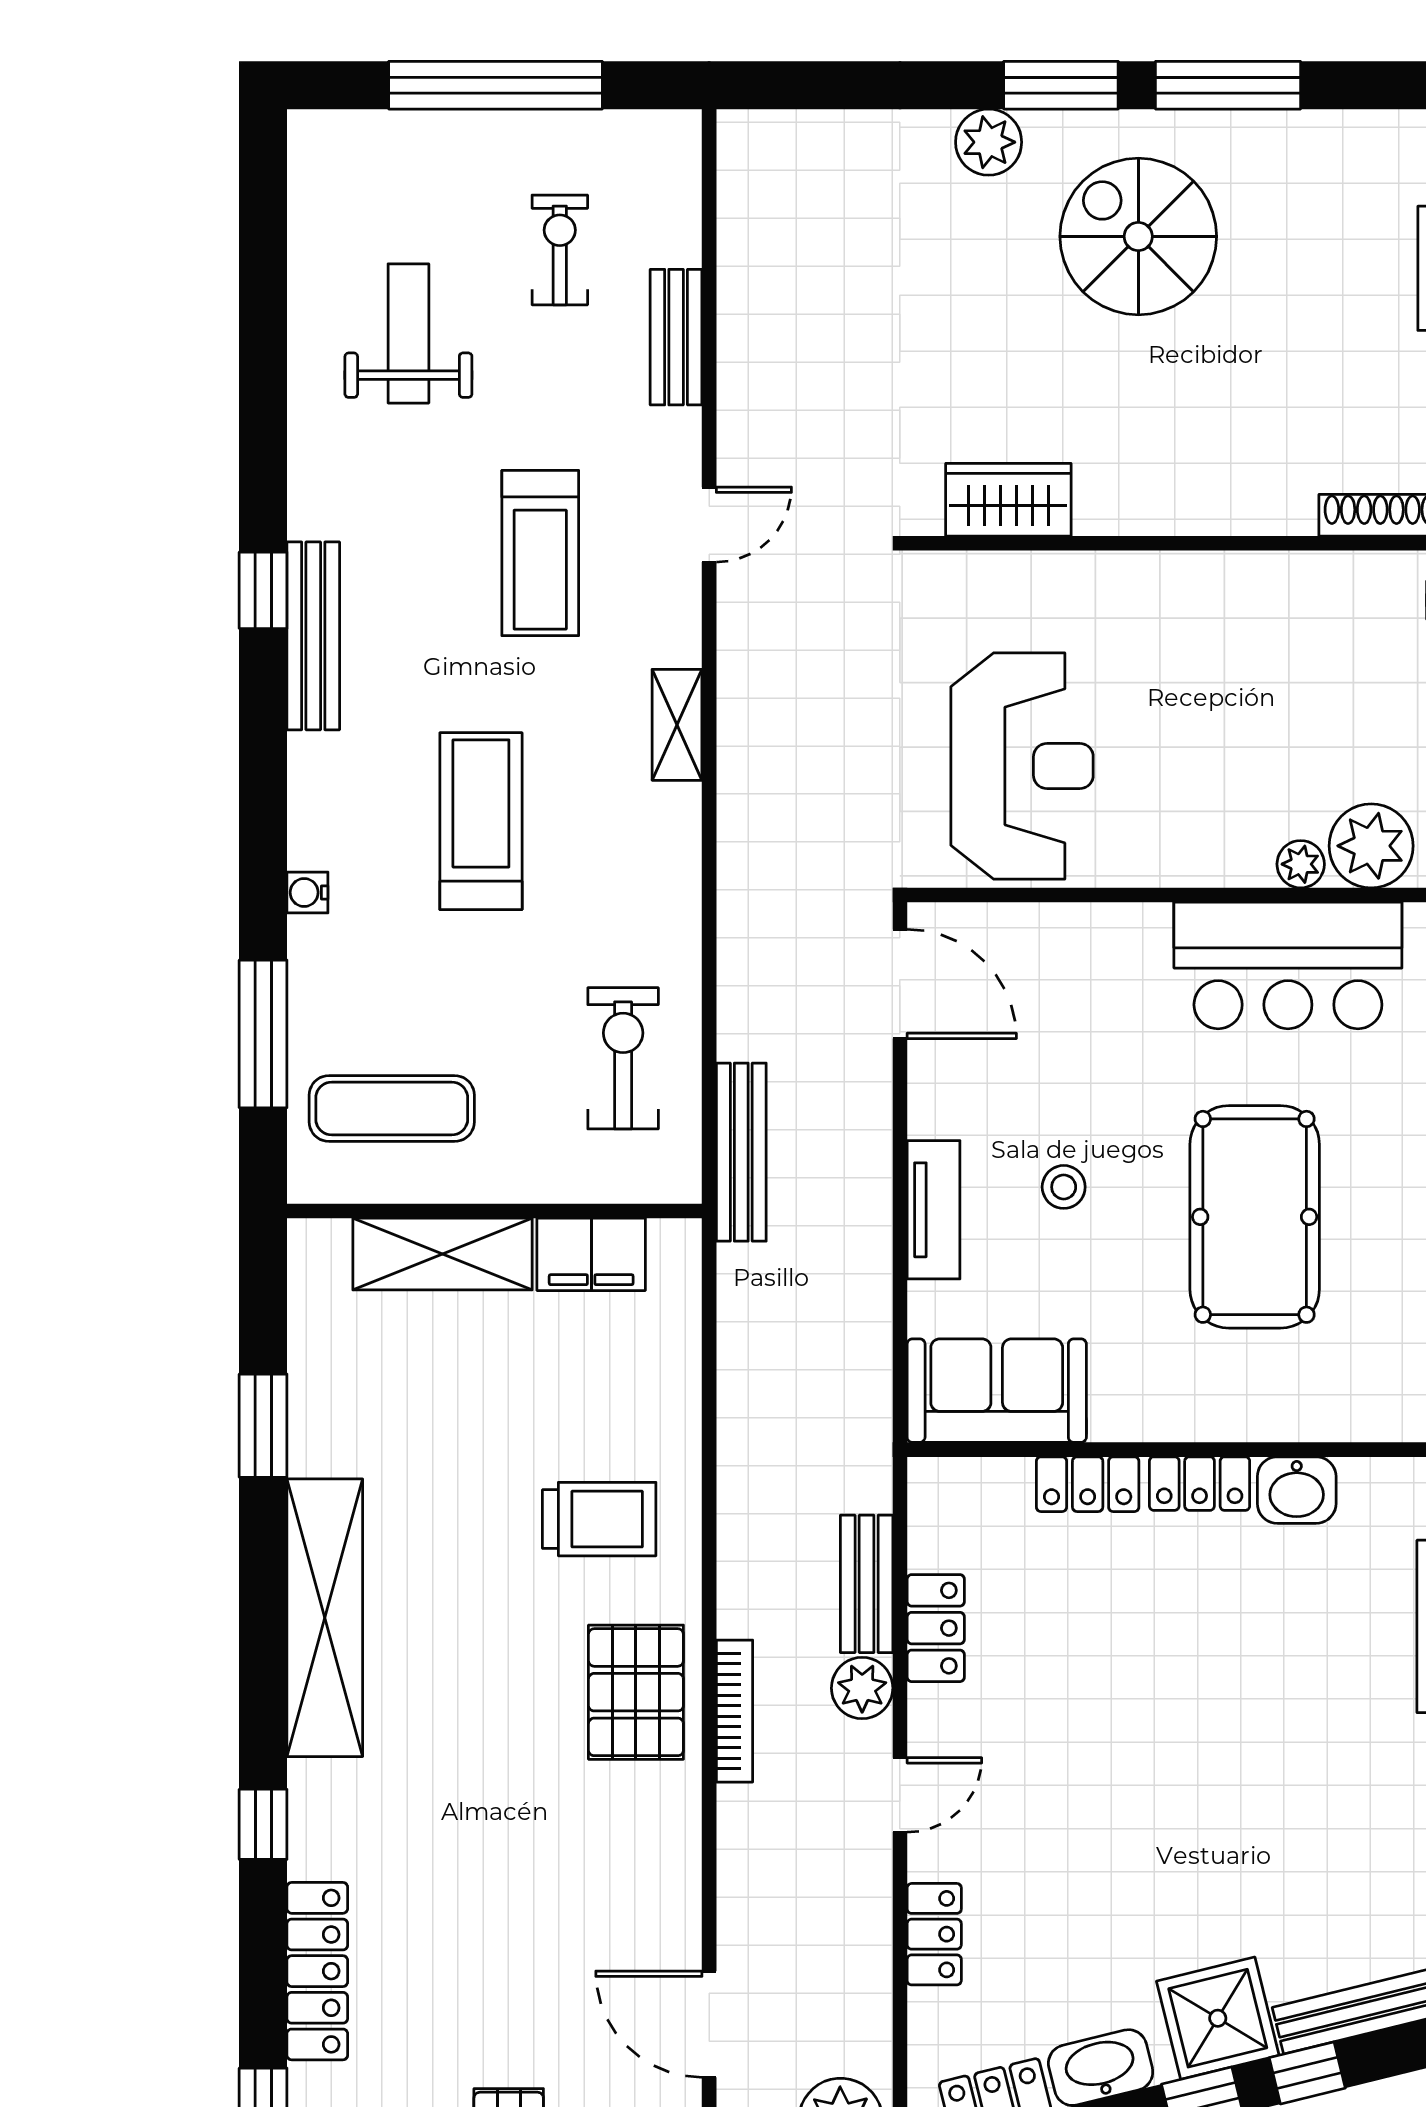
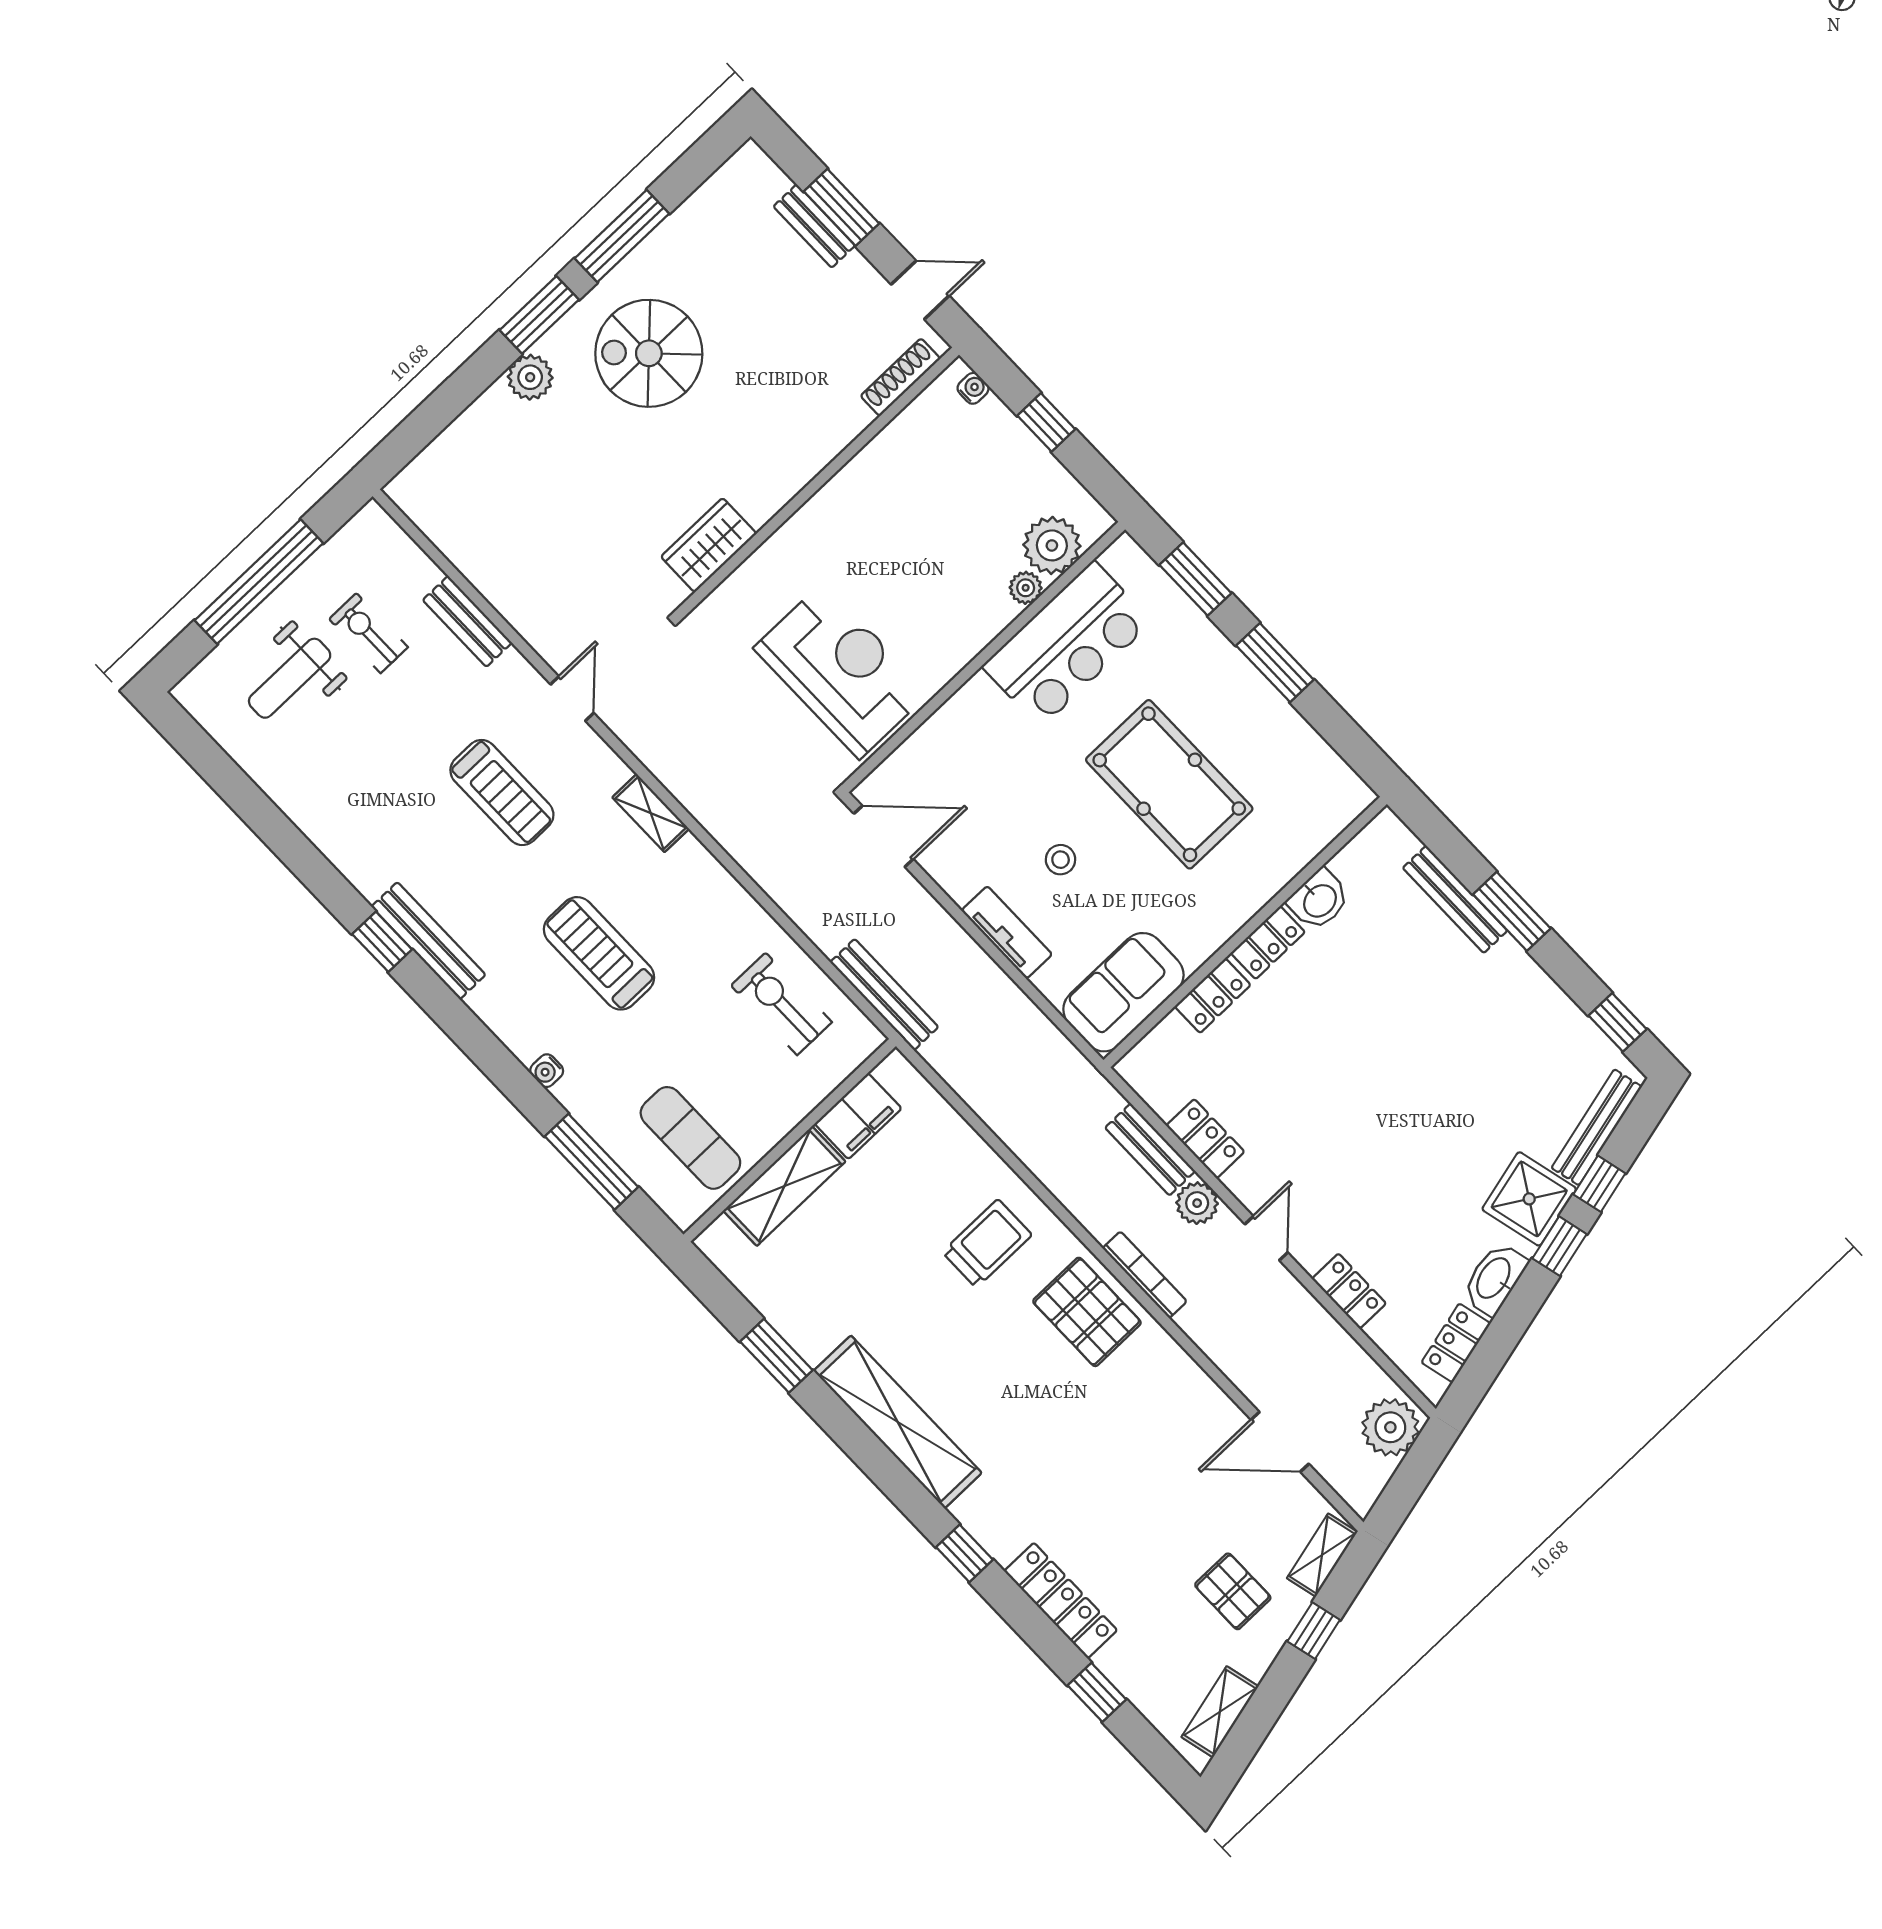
weight bench: (408, 333) -> (290, 678), moved, turned -90
exercise mat: (392, 1109) -> (690, 1138), turned 90

